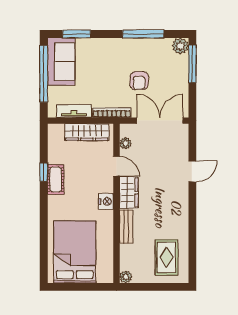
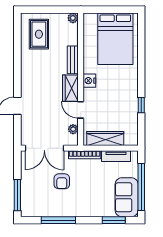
plant: (180, 46) -> (27, 210), removed
armchair: (139, 81) -> (62, 181), turned 180
cot: (56, 179) -> (131, 99), removed

